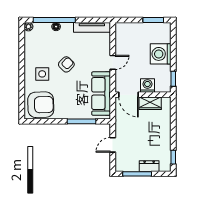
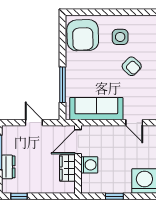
washing machine: (147, 85) -> (89, 165), moved
door: (128, 95) -> (78, 142), moved
wall: (143, 95) -> (78, 159), moved
wardrobe: (150, 103) -> (67, 168), moved

